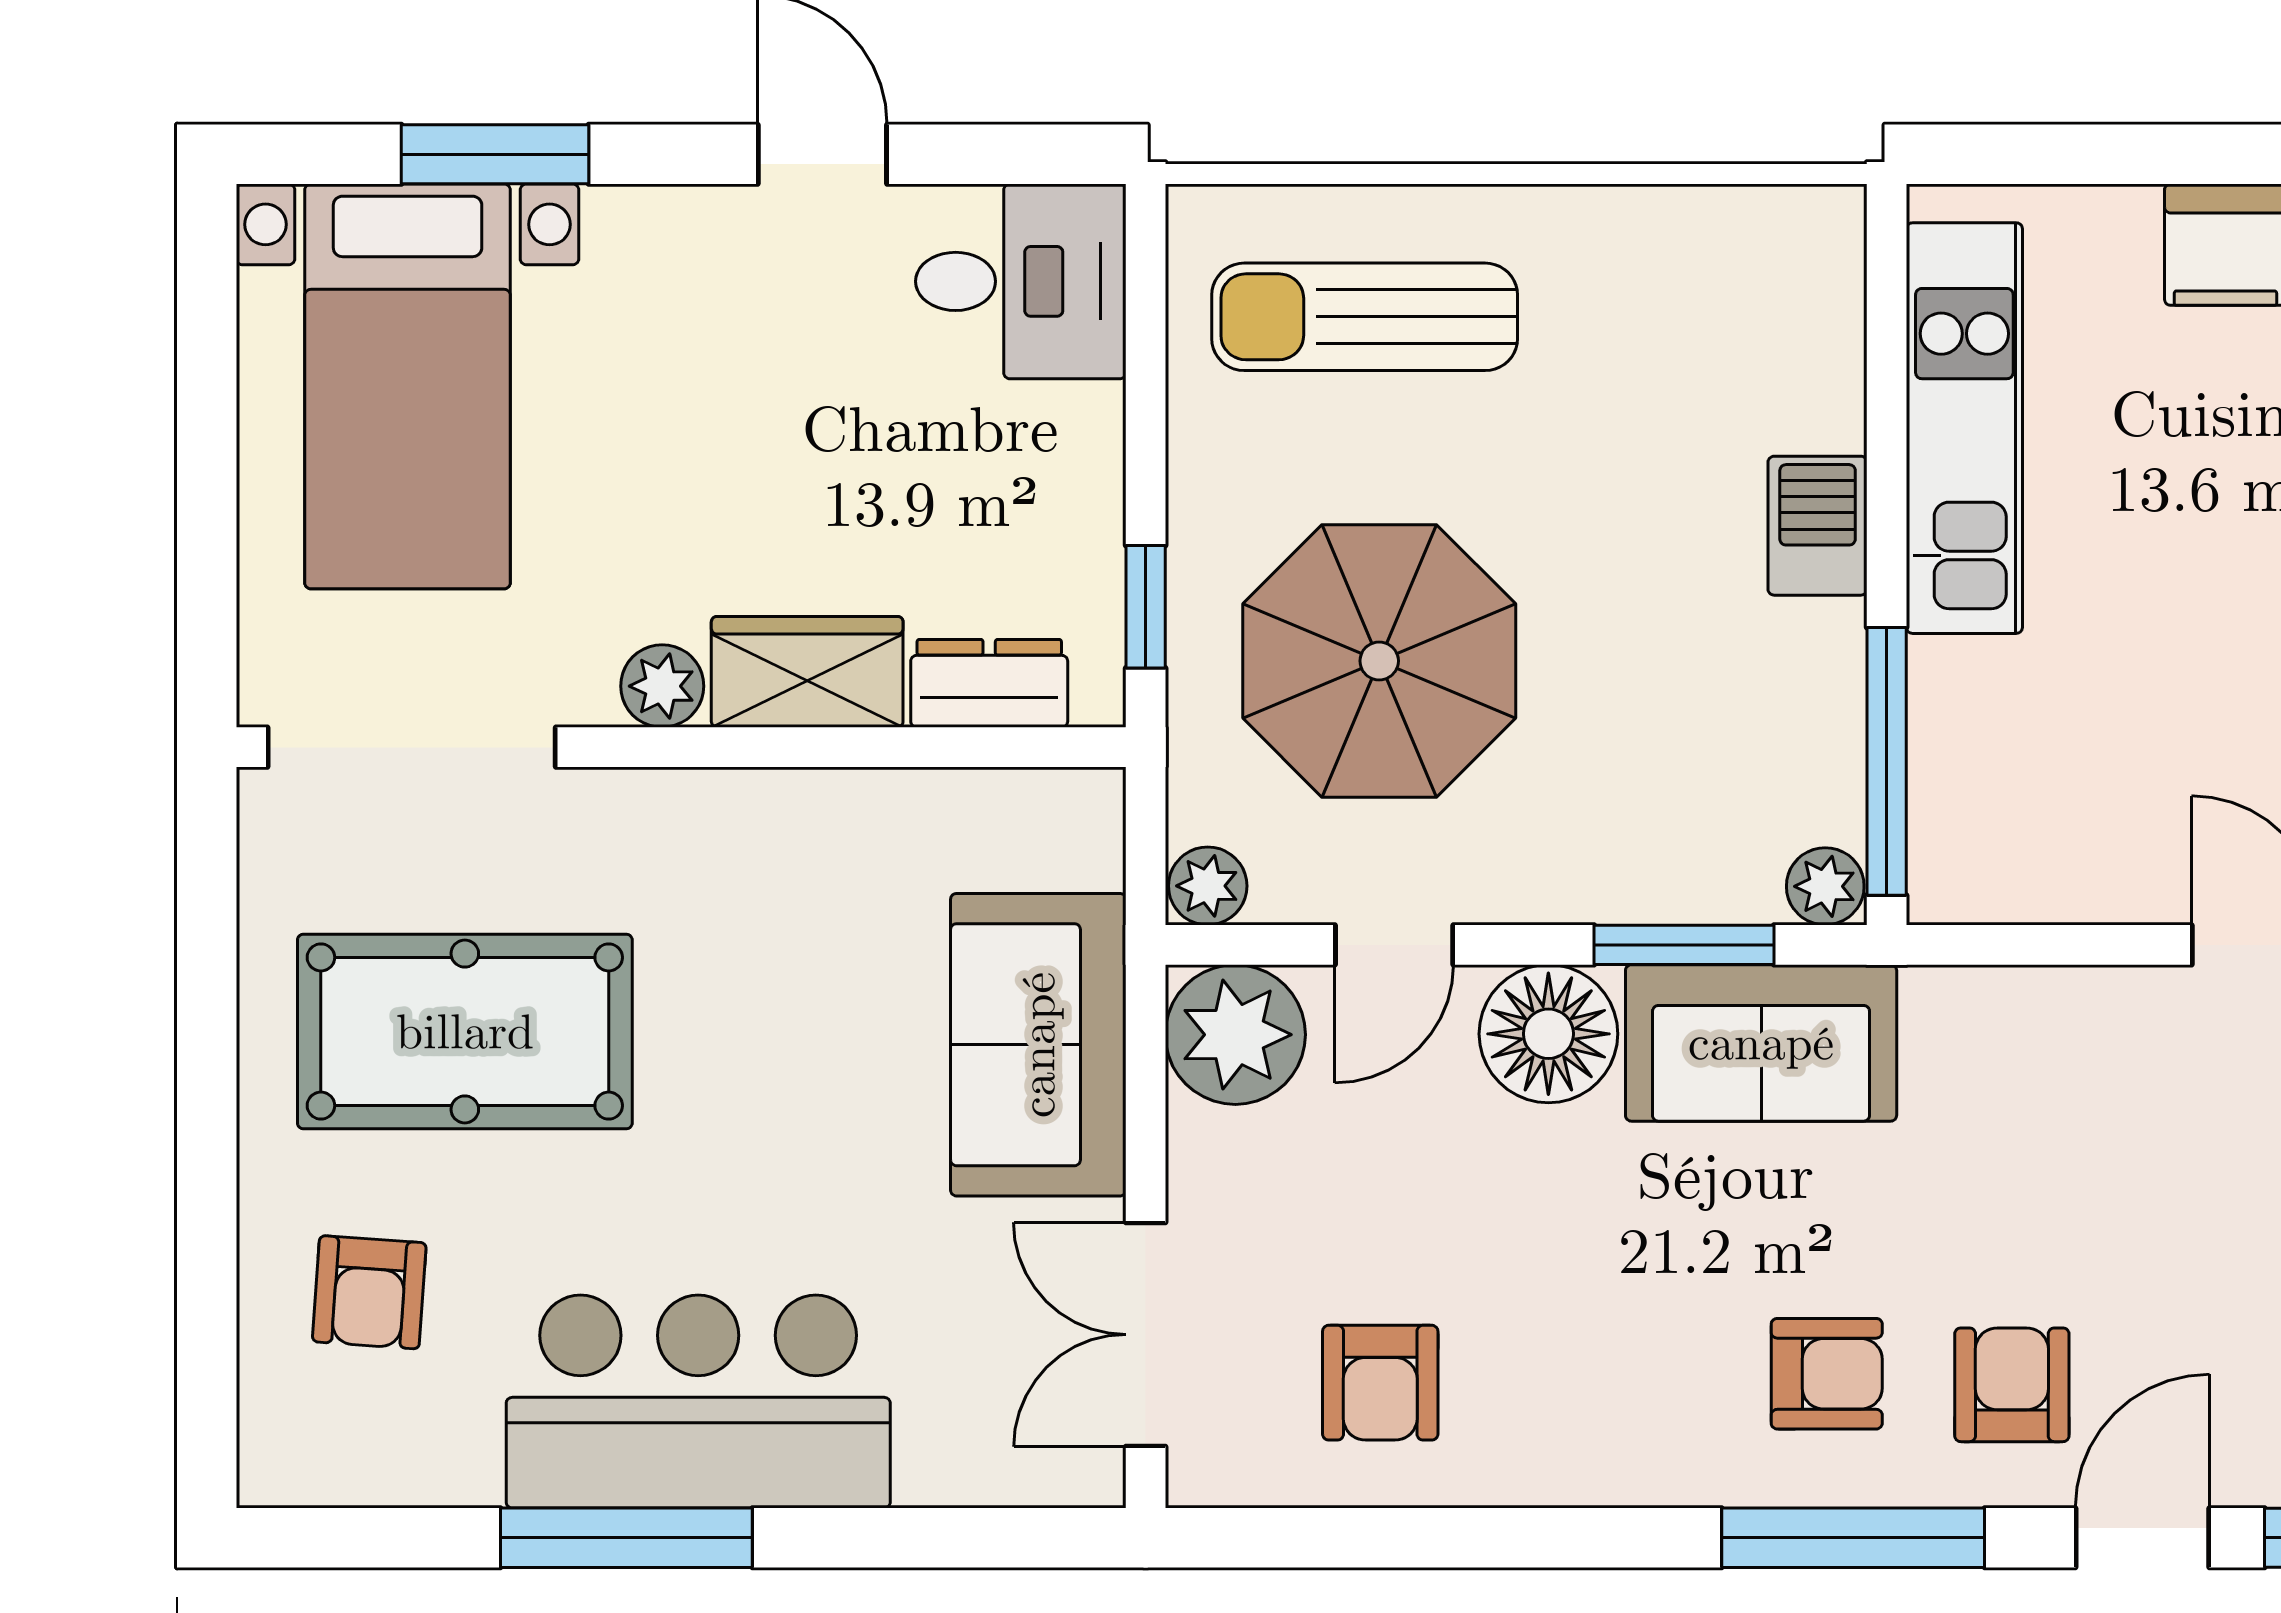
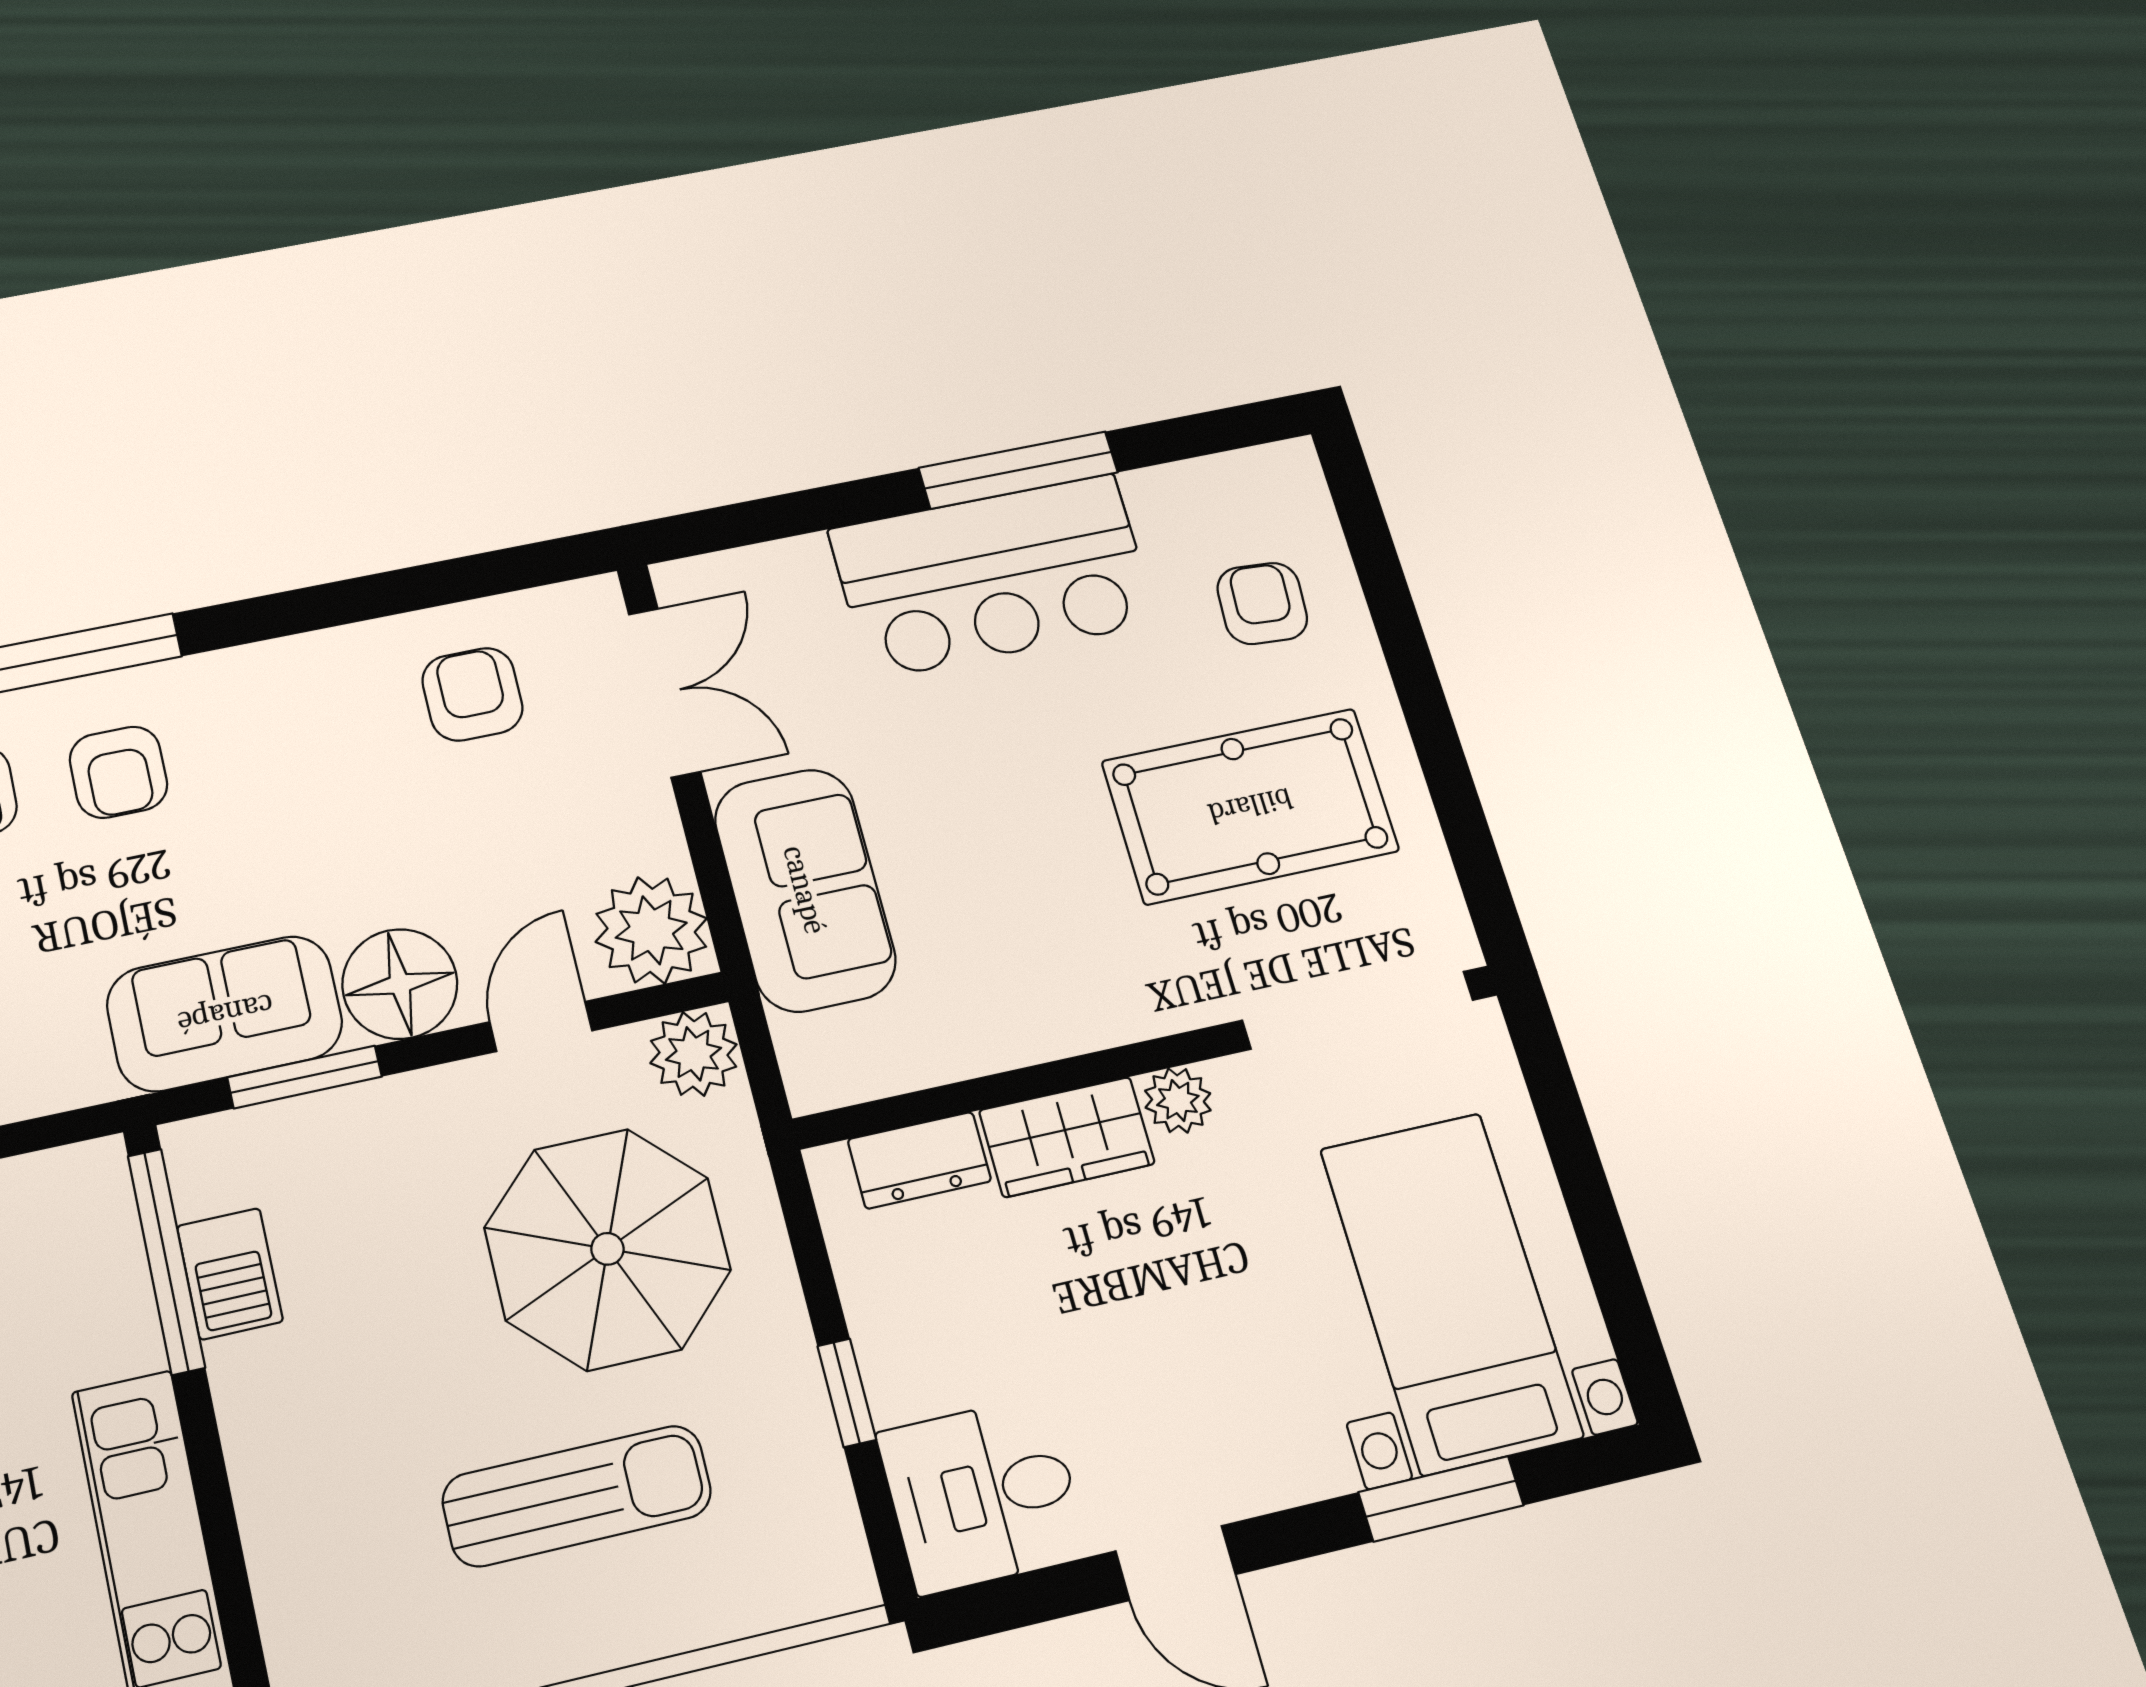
sun lounger: (1365, 317) -> (577, 1496), moved
barbecue: (1818, 526) -> (230, 1274), moved
window: (1146, 607) -> (847, 1393), moved
plant: (1208, 886) -> (694, 1054), width x1.38, depth x1.38
plant: (1825, 886) -> (197, 1149), removed
armchair: (1827, 1374) -> (118, 772), turned -90

